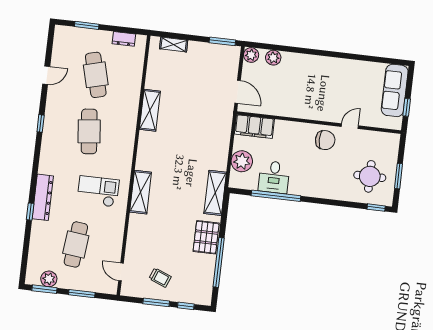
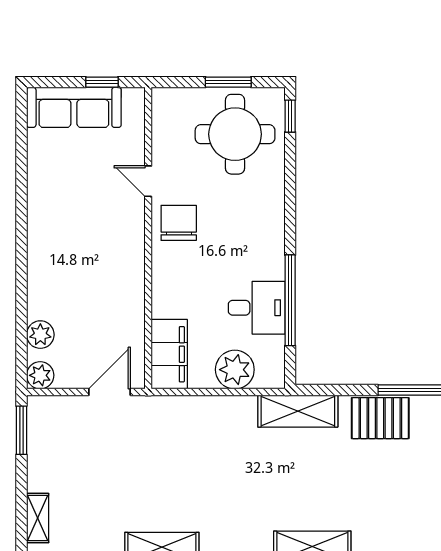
round table: (370, 176) -> (235, 134), width x1.36, depth x1.36

